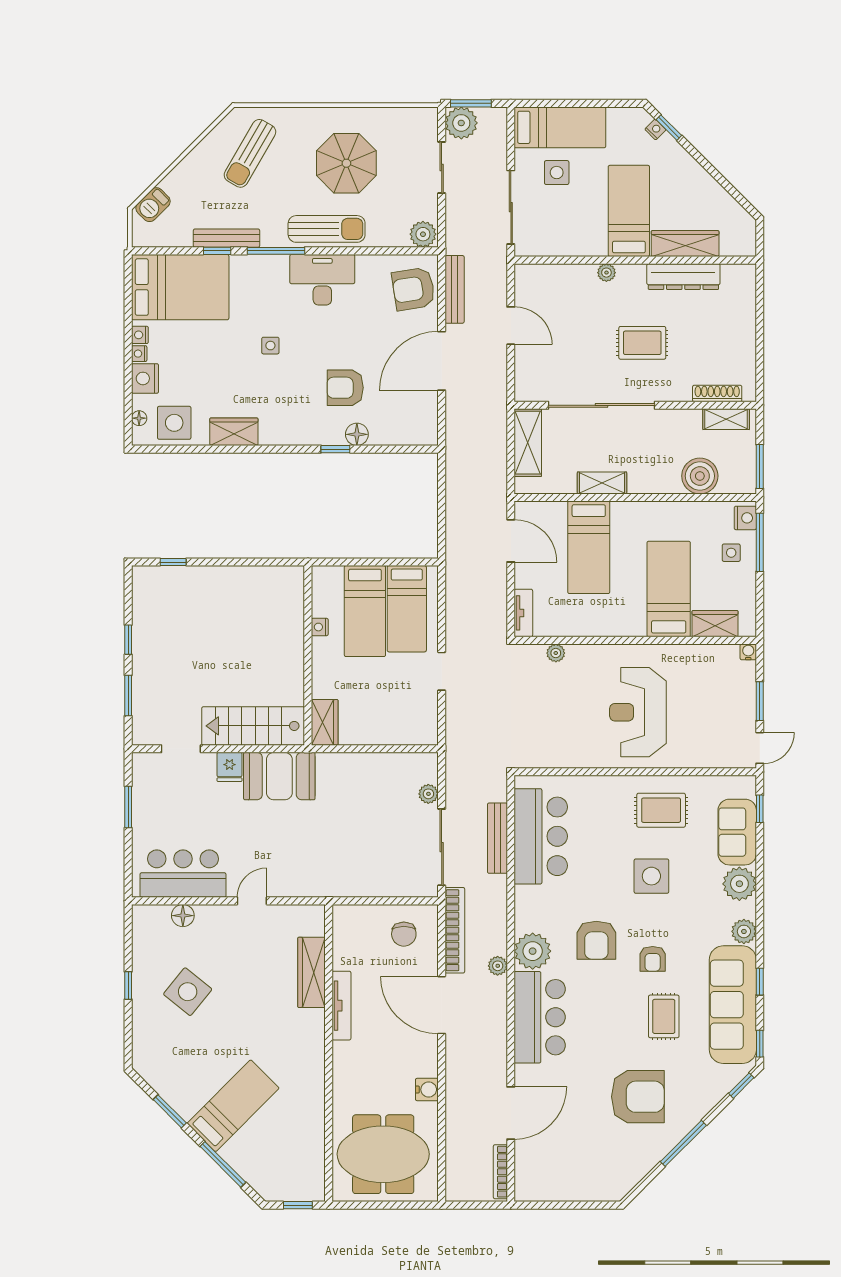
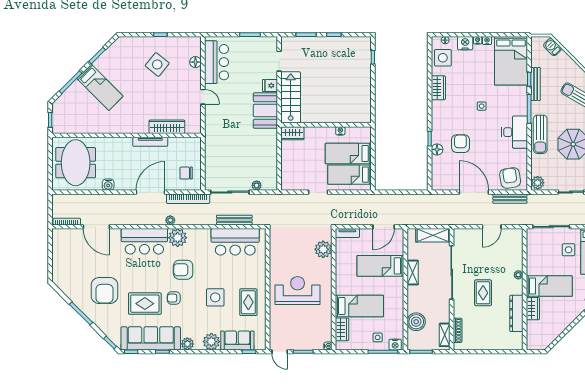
wardrobe: (685, 244) -> (533, 309), width x0.67
plant: (556, 653) -> (323, 249), width x1.88, depth x1.88
rug: (664, 1016) -> (145, 304), width x1.36, depth x1.43

